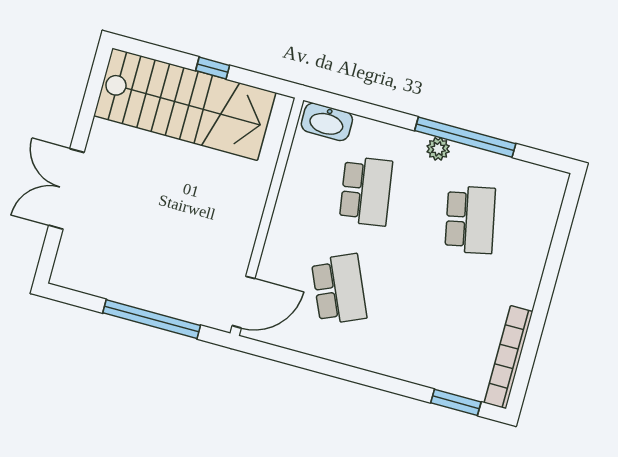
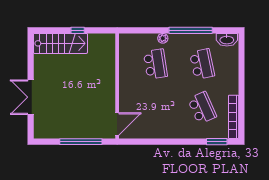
stairs: (185, 104) -> (60, 43), width x0.73, depth x0.66
washbasin: (327, 122) -> (227, 40), moved
plant: (438, 149) -> (163, 38), moved
school desk: (339, 289) -> (202, 108), moved

